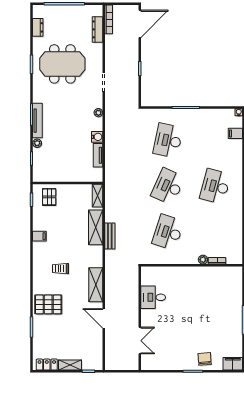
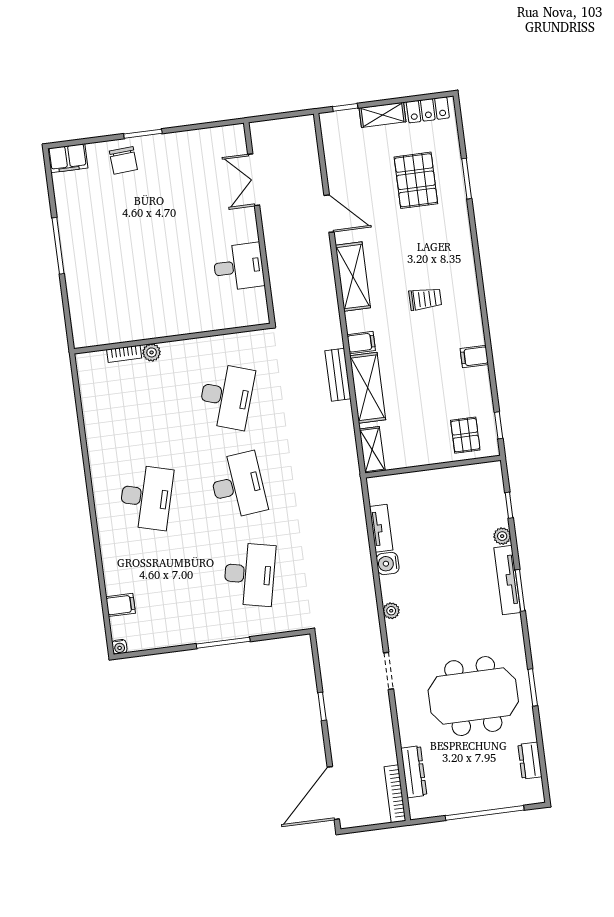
desk: (168, 186) -> (238, 485), turned -30
filing cabinet: (96, 251) -> (361, 343), added
pallet: (48, 304) -> (416, 180), moved, turned 90

